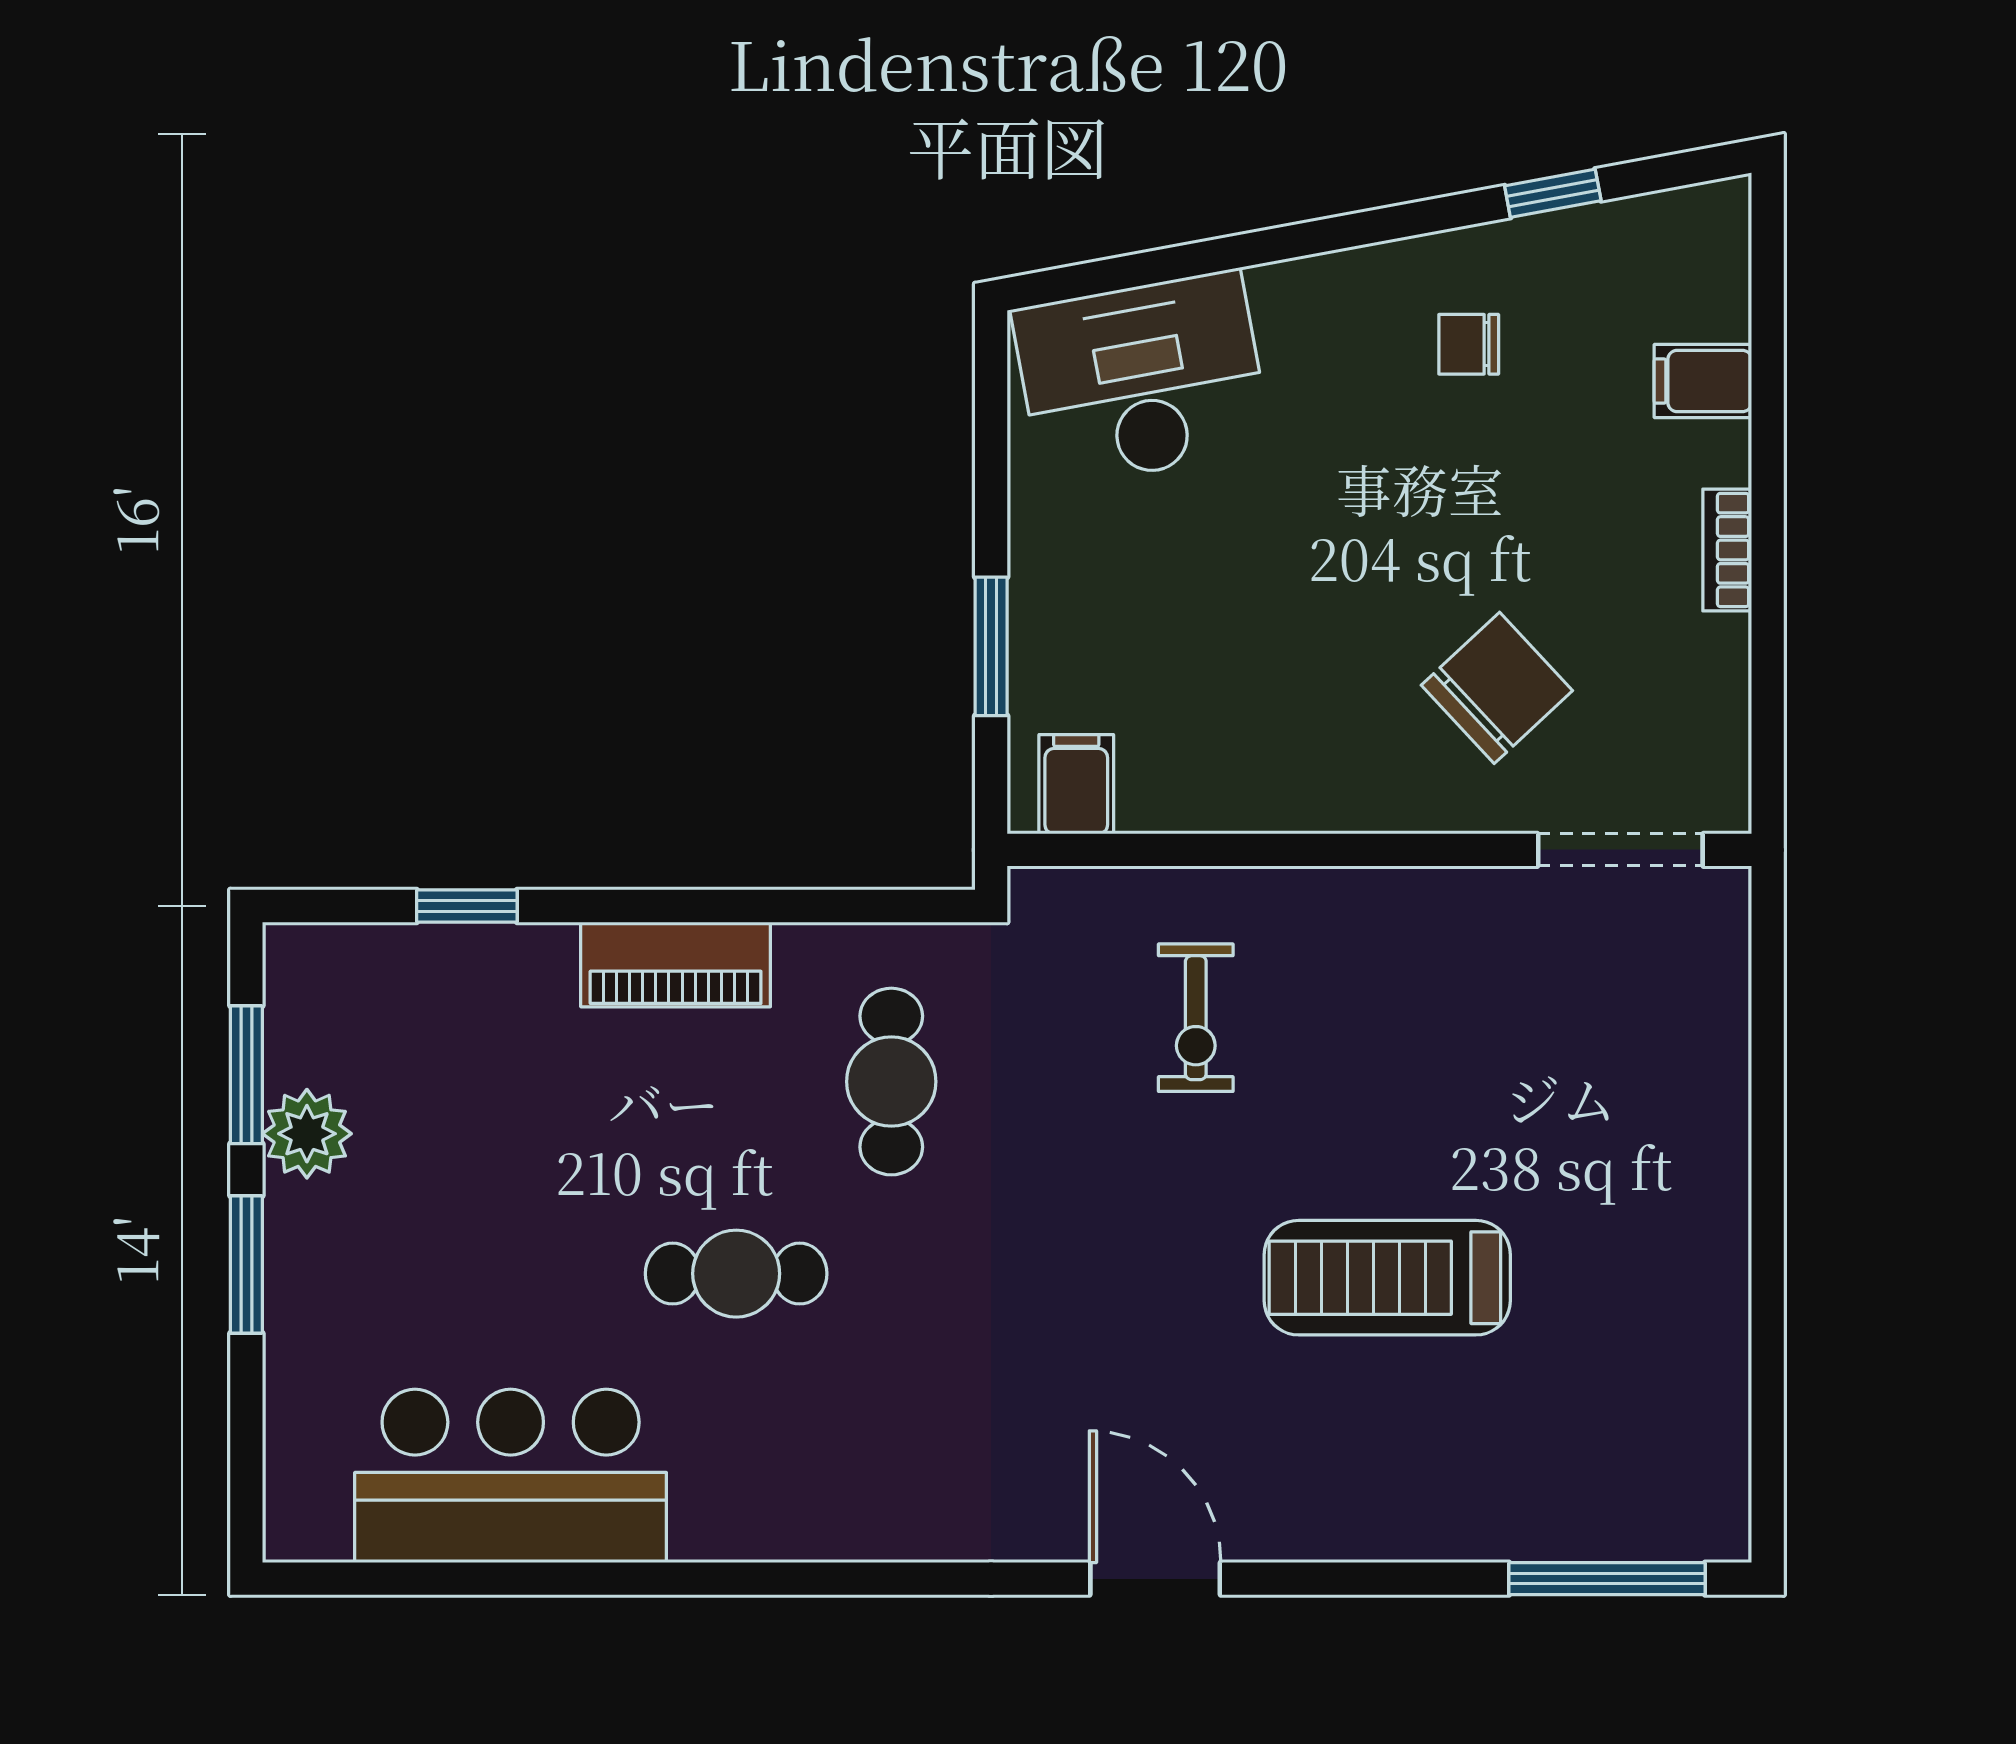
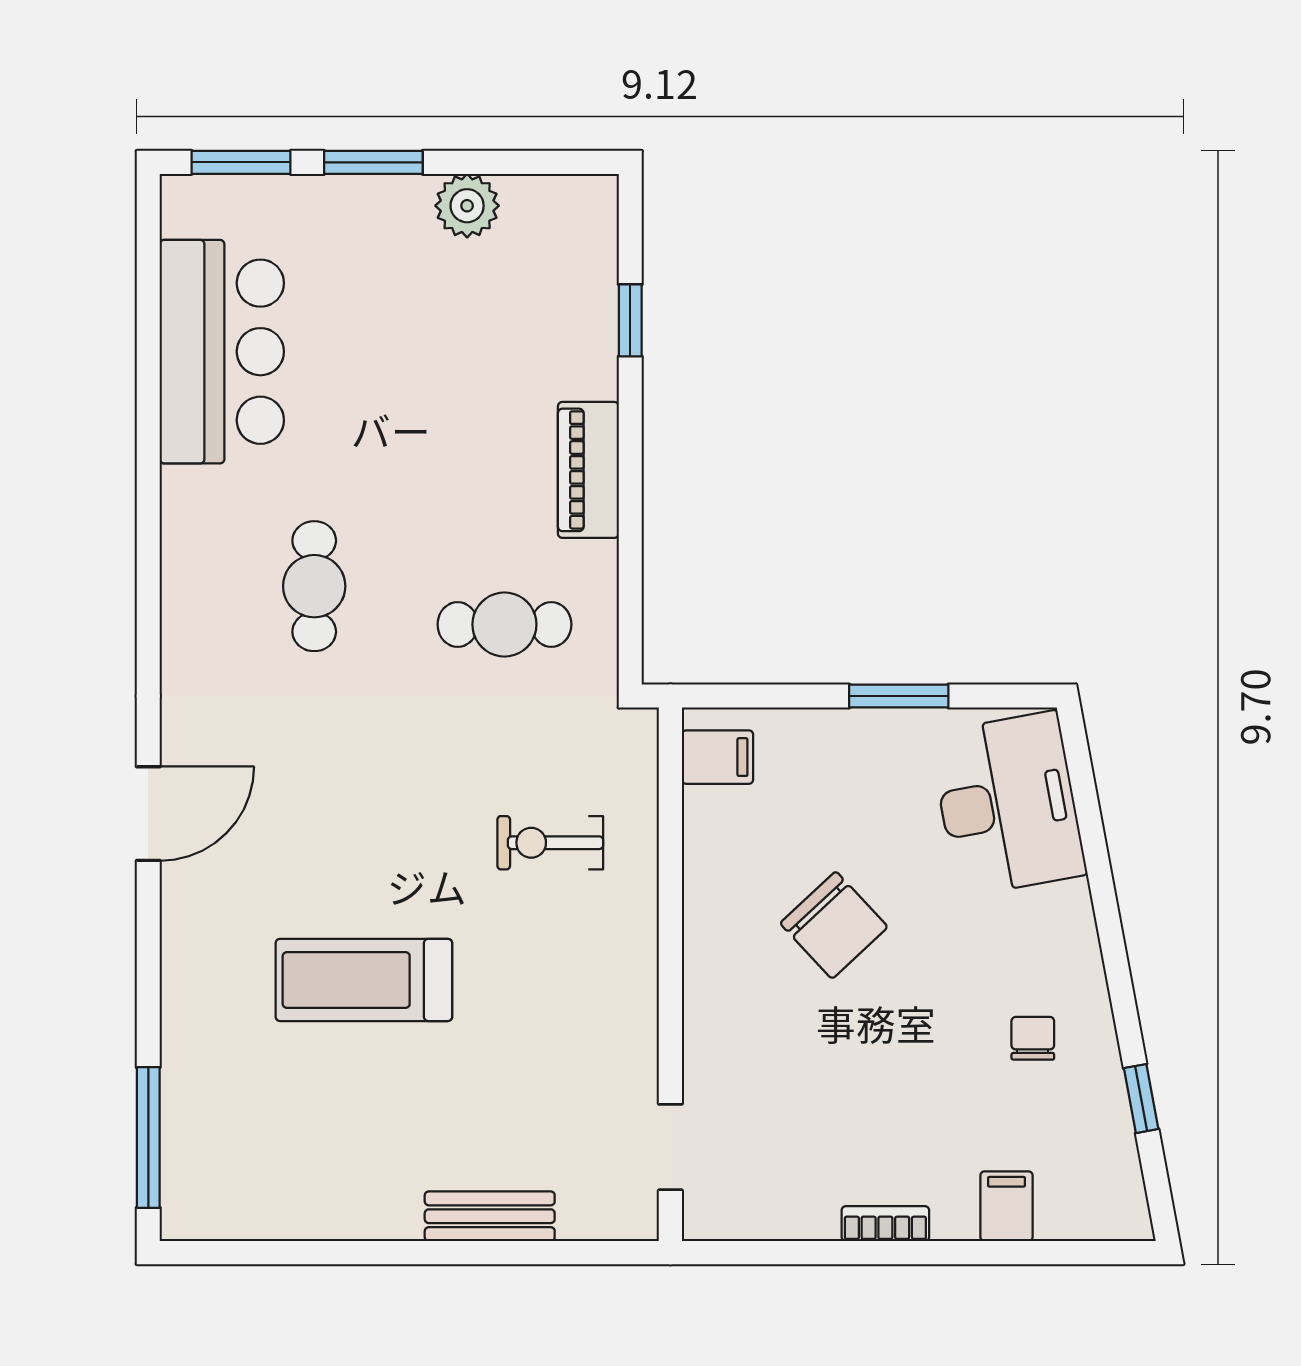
window: (991, 646) -> (899, 696), moved
chair: (1497, 688) -> (834, 925), moved
doorway: (1620, 850) -> (670, 1147), width x0.73
window: (246, 1075) -> (241, 162), moved
bench: (1717, 1102) -> (490, 1216), added
cafe table: (736, 1274) -> (314, 586), moved
treadmill: (1387, 1278) -> (364, 980), turned -90

